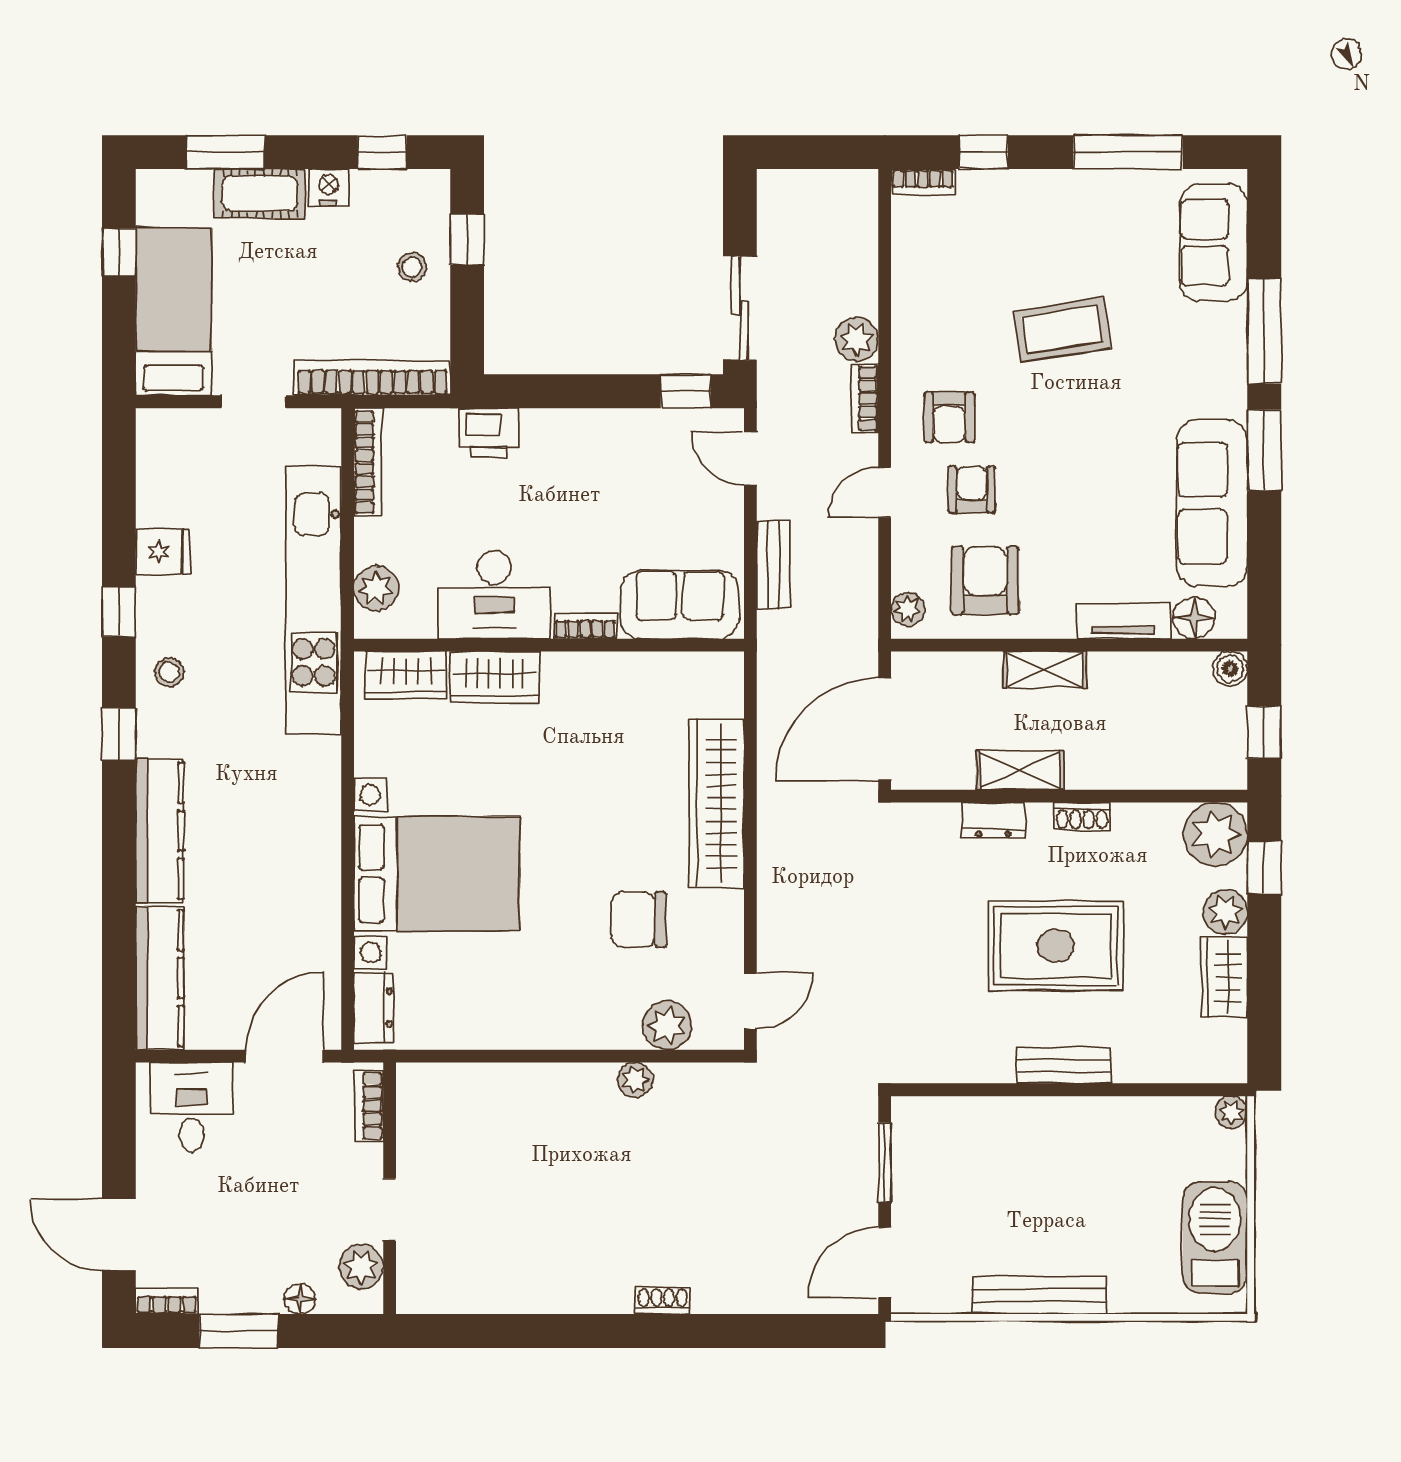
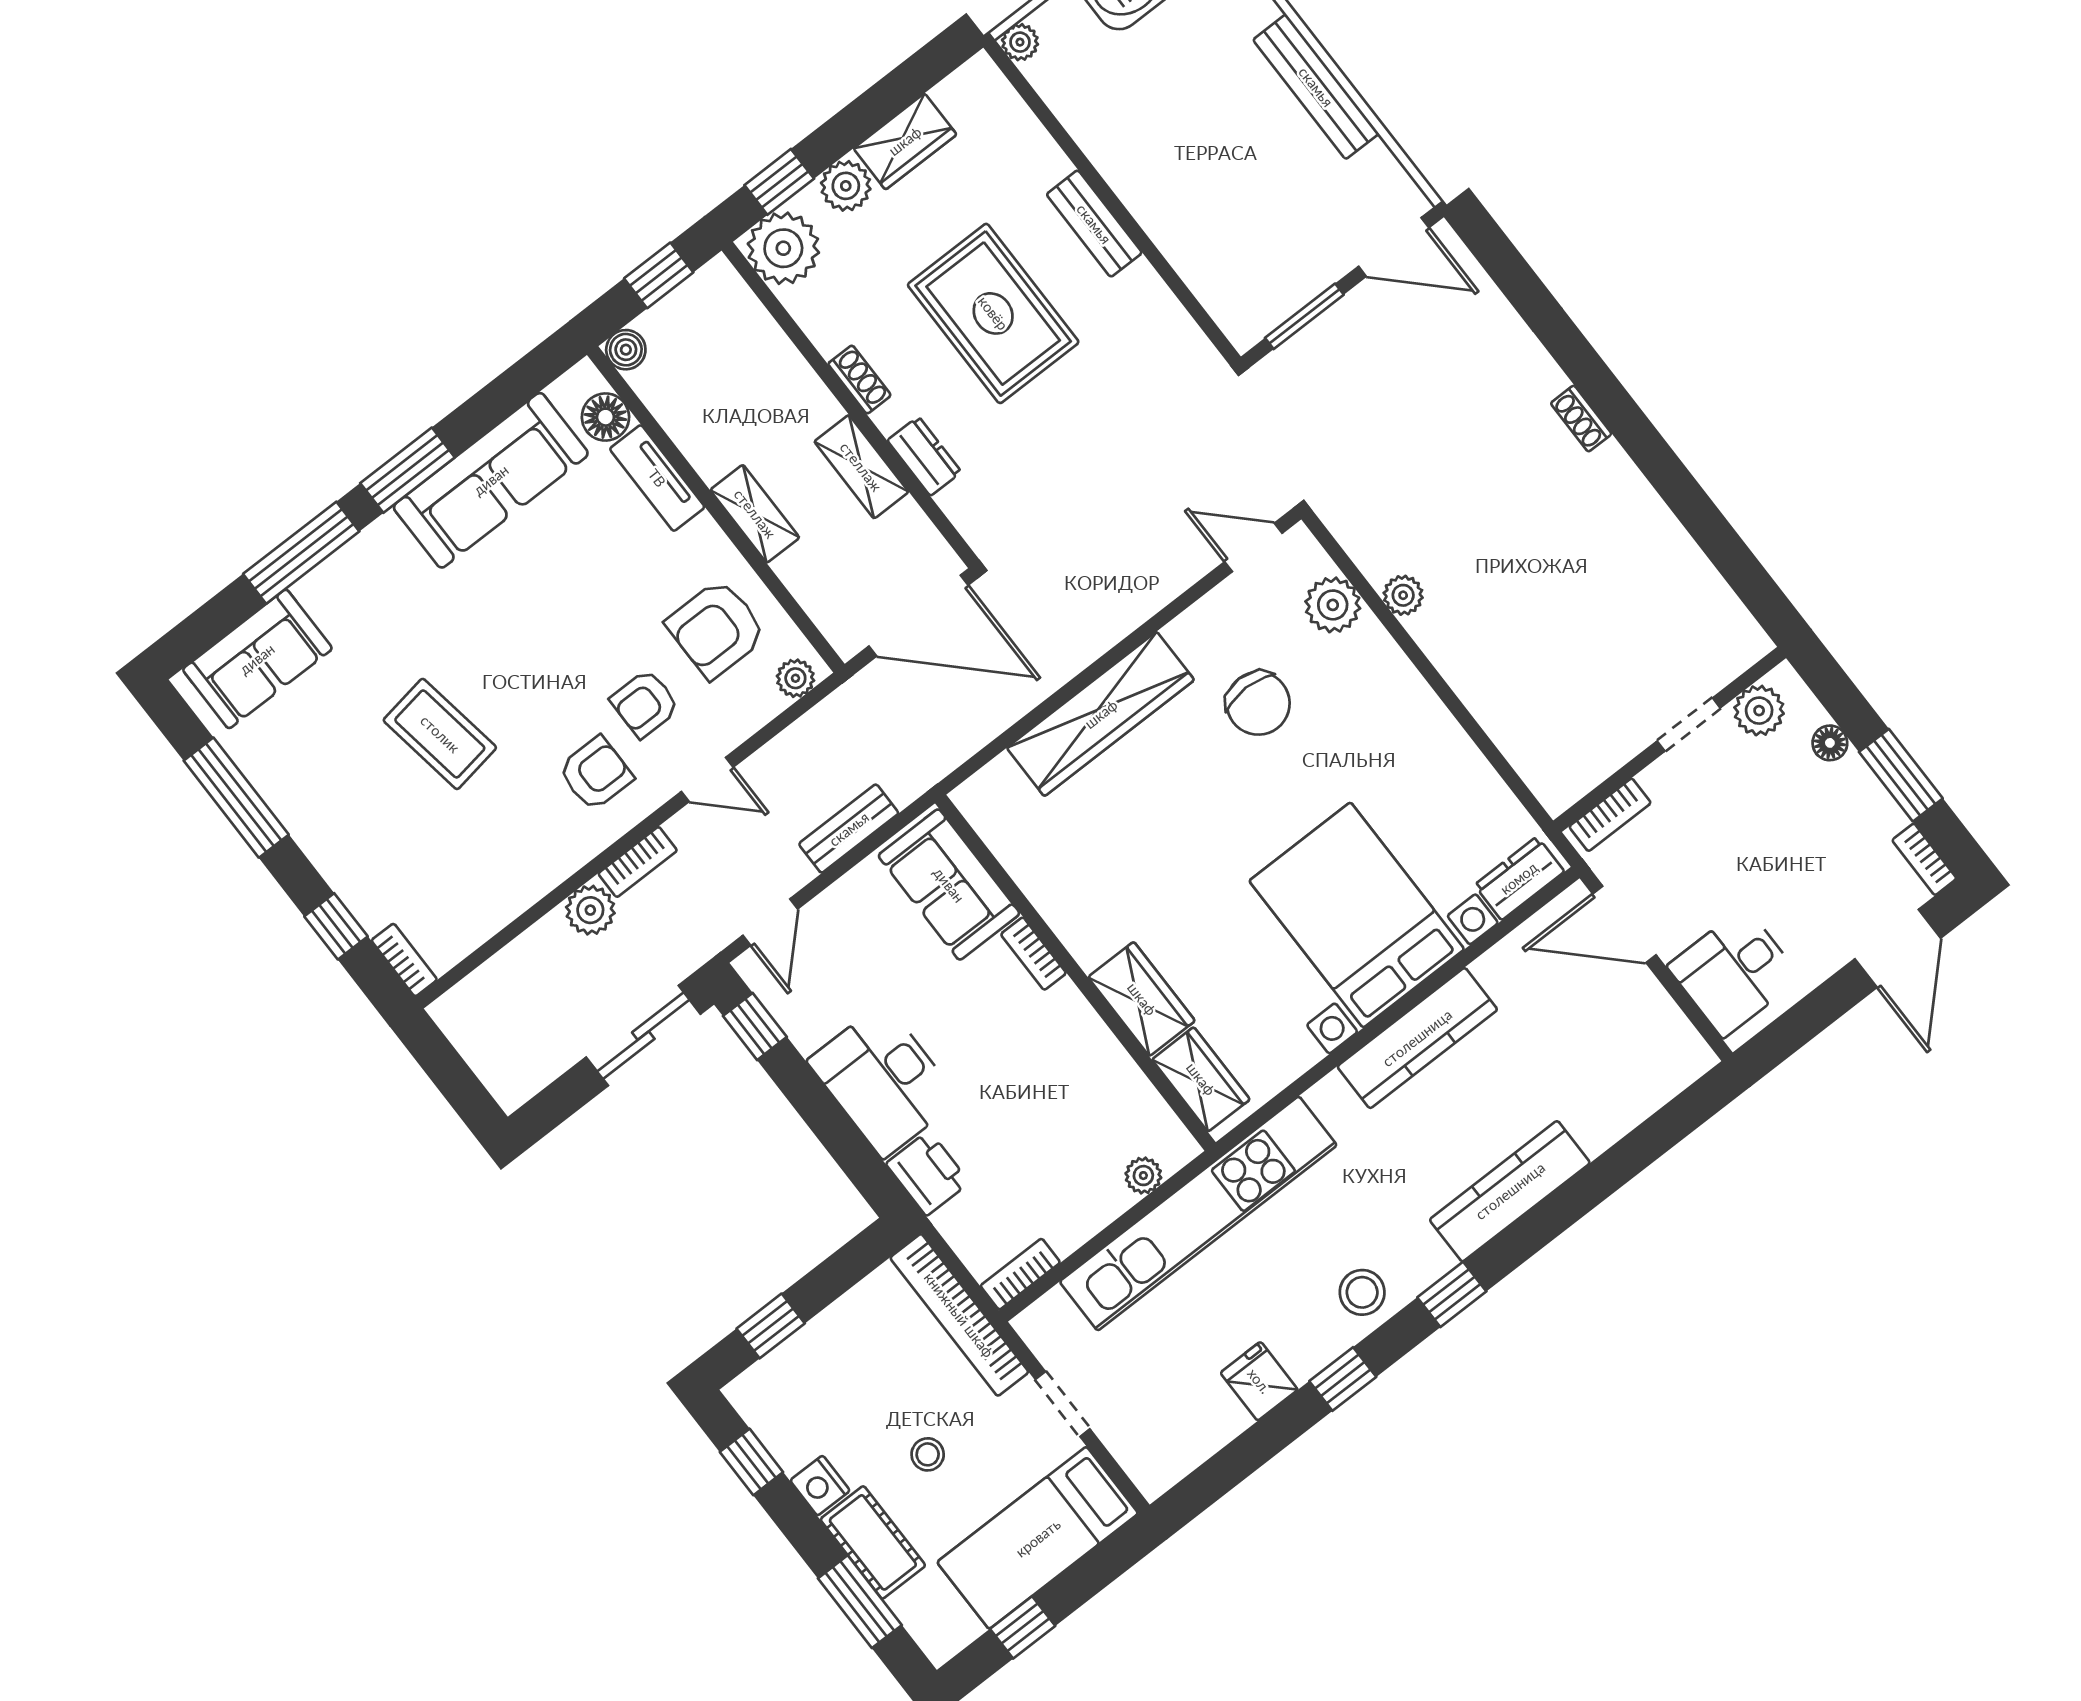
stool: (412, 267) -> (928, 1454), moved
bookcase: (368, 462) -> (1020, 1274), width x0.64
plant: (376, 589) -> (1143, 1176), width x0.73, depth x0.73
desk: (494, 595) -> (883, 1080), moved, turned 180
stool: (169, 672) -> (1362, 1292), width x1.37, depth x1.37
kitchen counter: (160, 978) -> (1417, 1038), moved, turned 180

